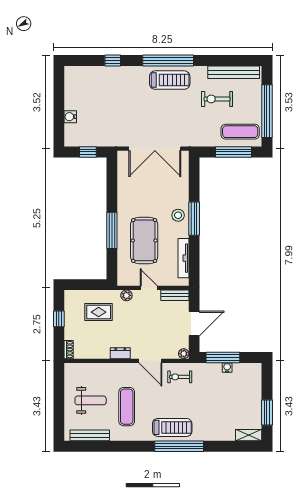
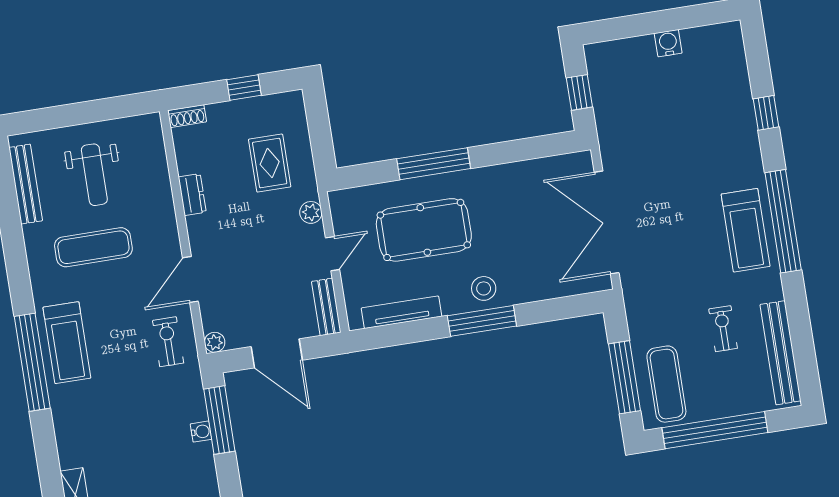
exercise bike: (217, 99) -> (723, 329), width x0.73, depth x0.72
water cooler: (70, 117) -> (668, 43), moved
dresser: (120, 353) -> (192, 195), moved

